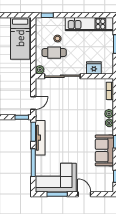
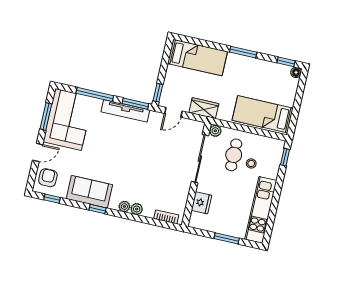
wardrobe: (25, 82) -> (204, 108), added
door: (33, 103) -> (173, 112), hinge flipped
armchair: (101, 183) -> (48, 178), added

